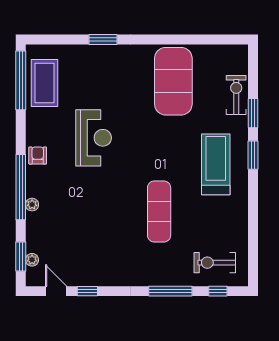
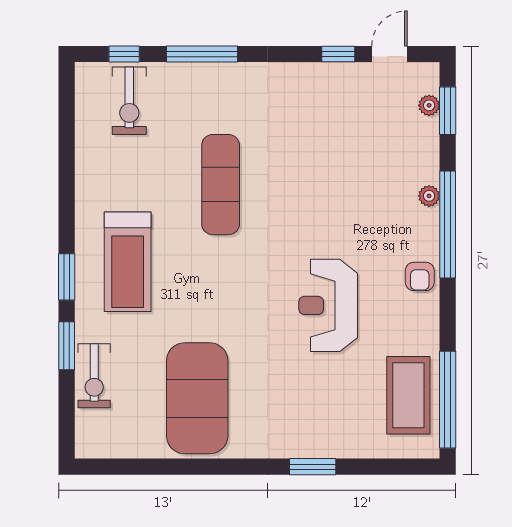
exercise bike: (215, 263) -> (129, 101), turned 90
door: (56, 291) -> (389, 54), swing flipped

